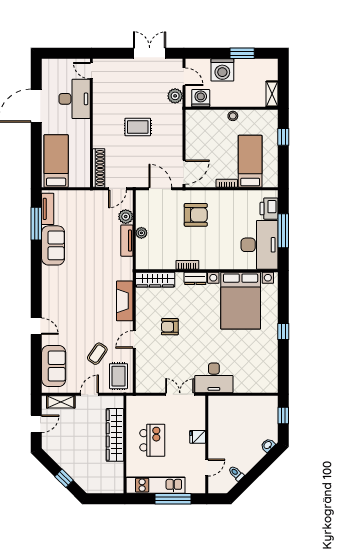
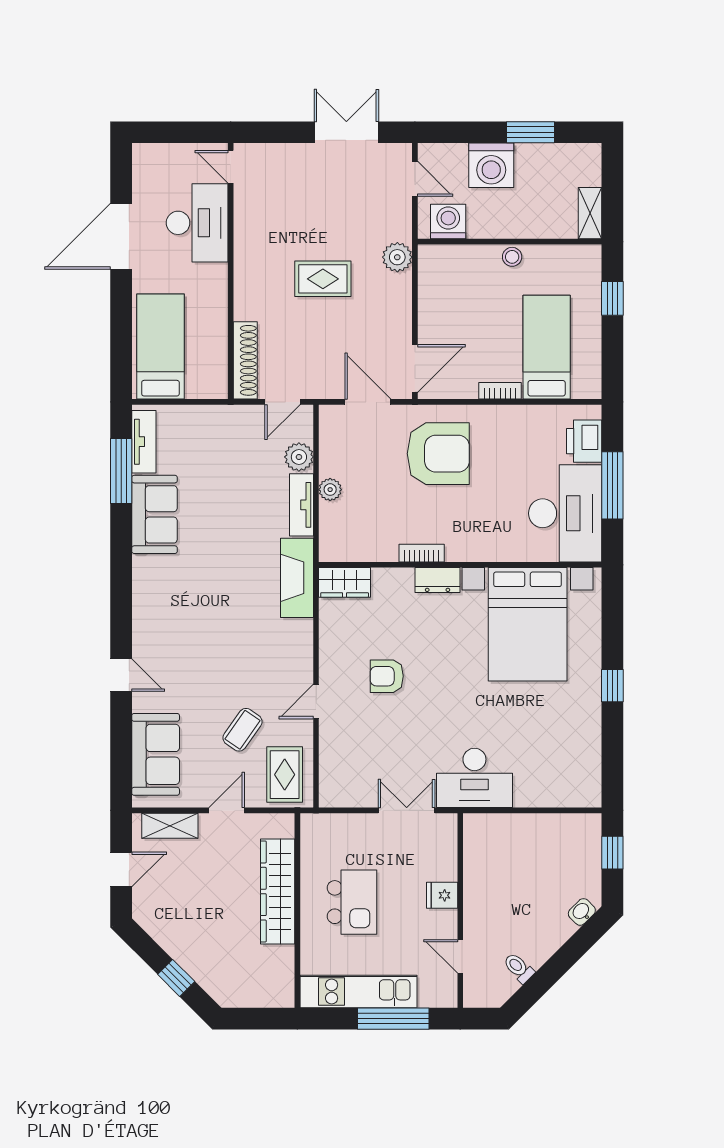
plant: (175, 96) -> (397, 257), moved
armchair: (196, 215) -> (438, 454), width x1.36, depth x1.36
wardrobe: (155, 280) -> (345, 582), width x0.67
fireplace: (125, 301) -> (297, 578), moved
door: (207, 468) -> (460, 956), swing flipped

